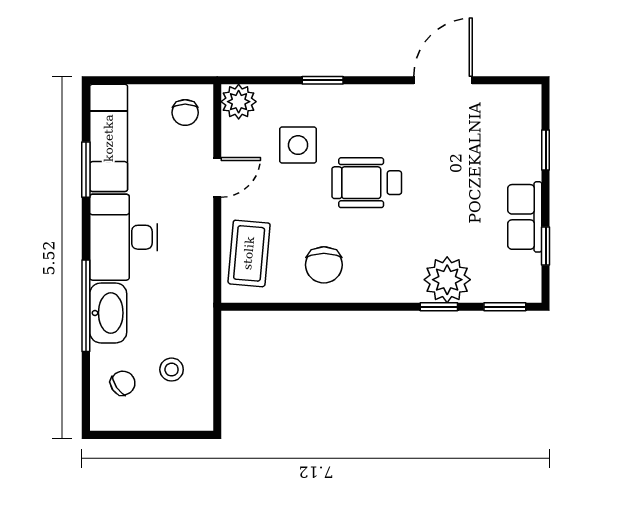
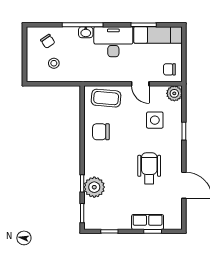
wheelchair: (367, 183) -> (149, 168), moved
row of seats: (525, 217) -> (148, 222), moved
washbasin: (108, 313) -> (86, 32), width x0.52, depth x0.69

